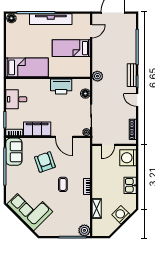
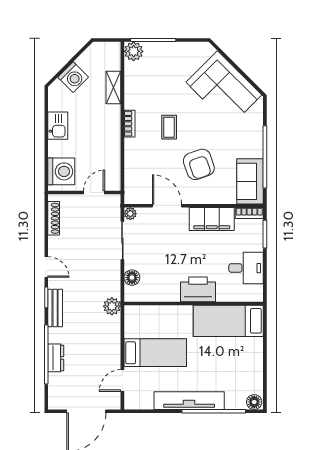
dresser: (131, 45) -> (56, 358), added
printer: (61, 86) -> (198, 289), moved

